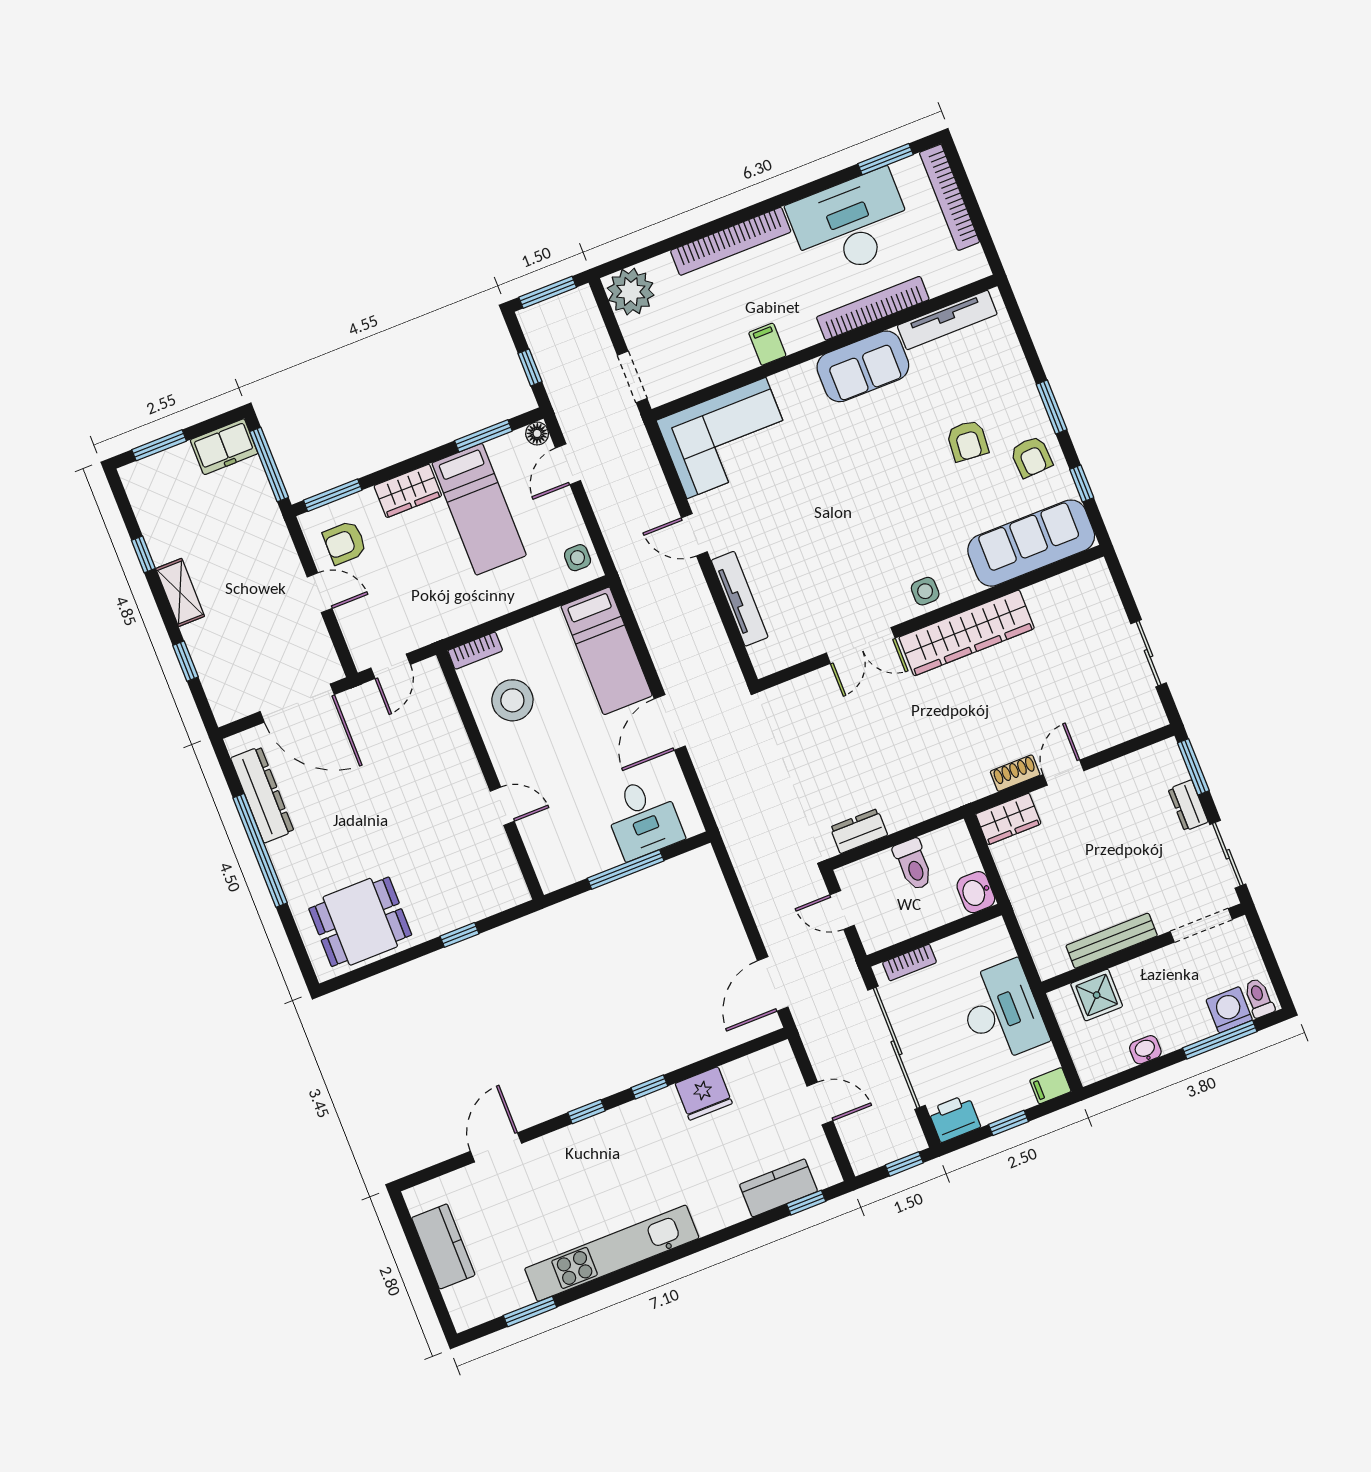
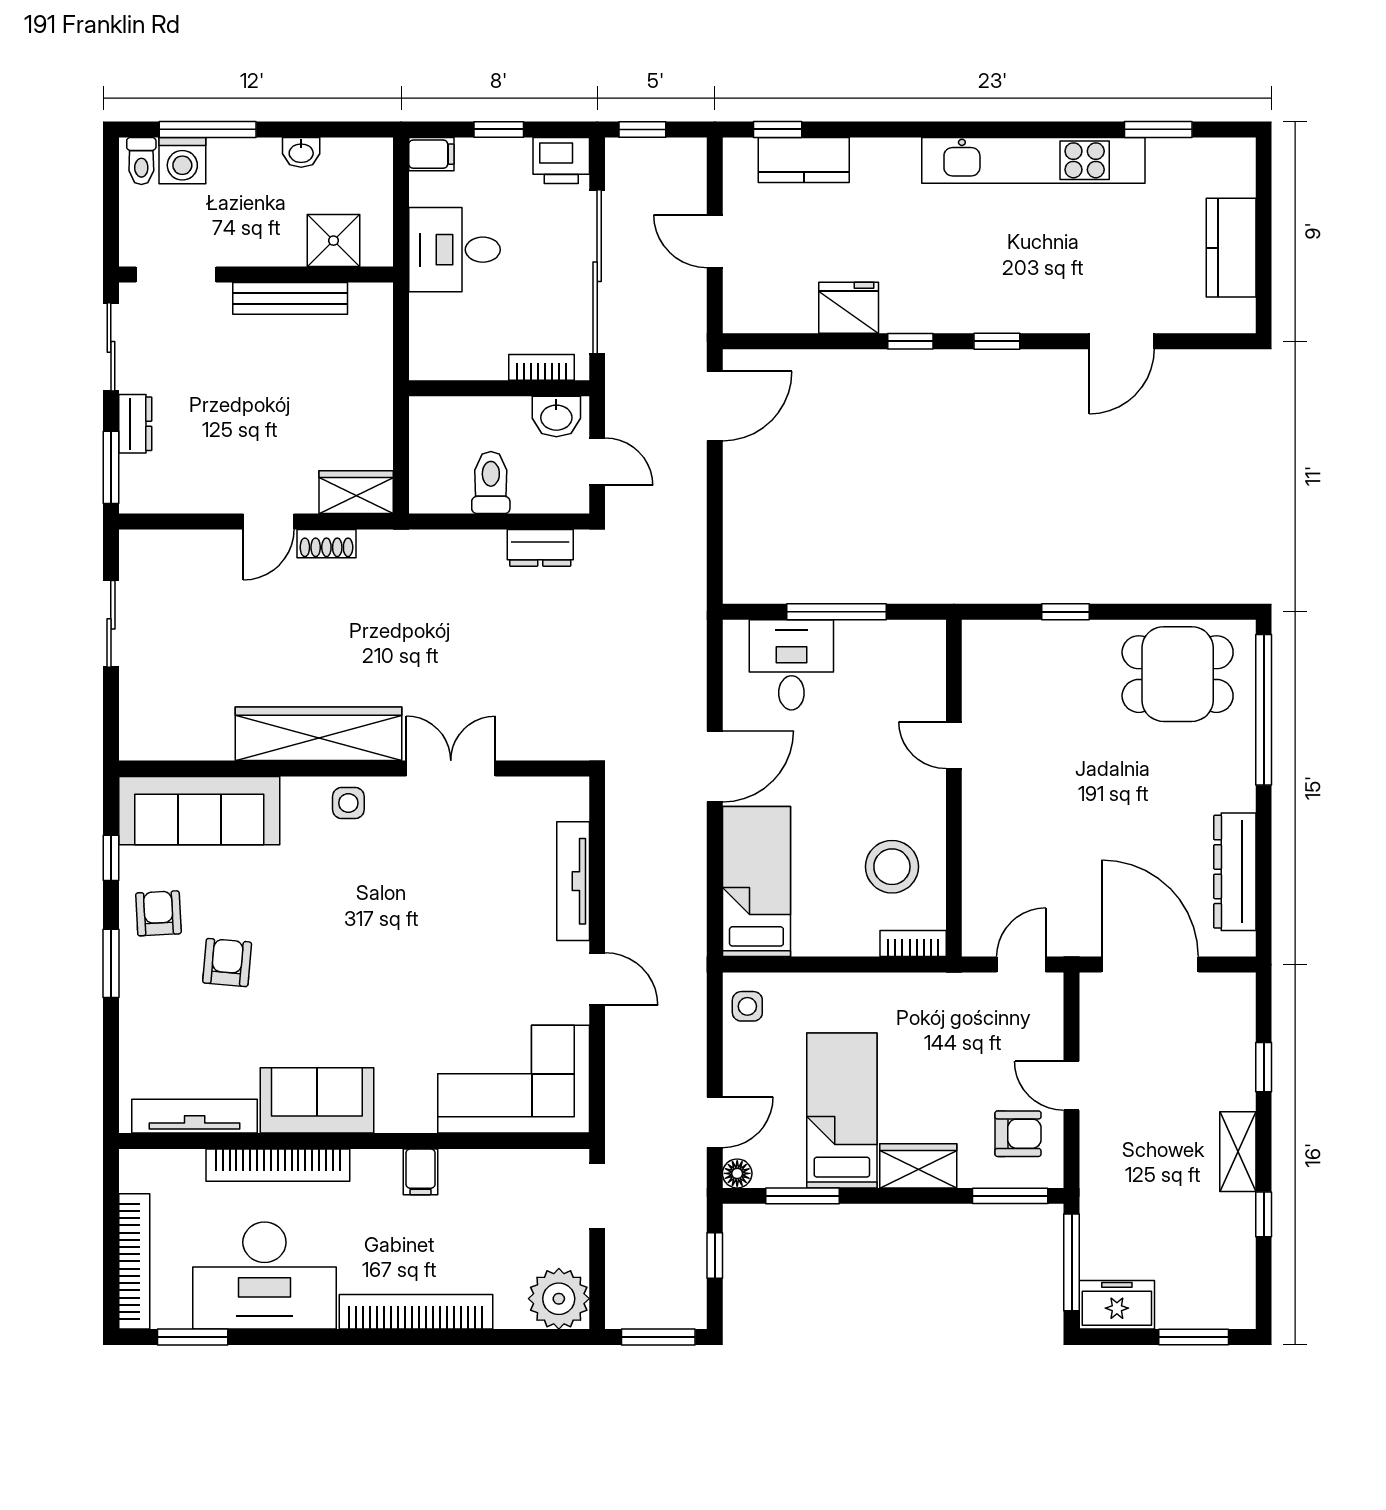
window: (260, 850) -> (1264, 710), moved
washbasin: (976, 892) -> (556, 416), moved, turned 90
desk: (1002, 1012) -> (455, 250), width x0.73

